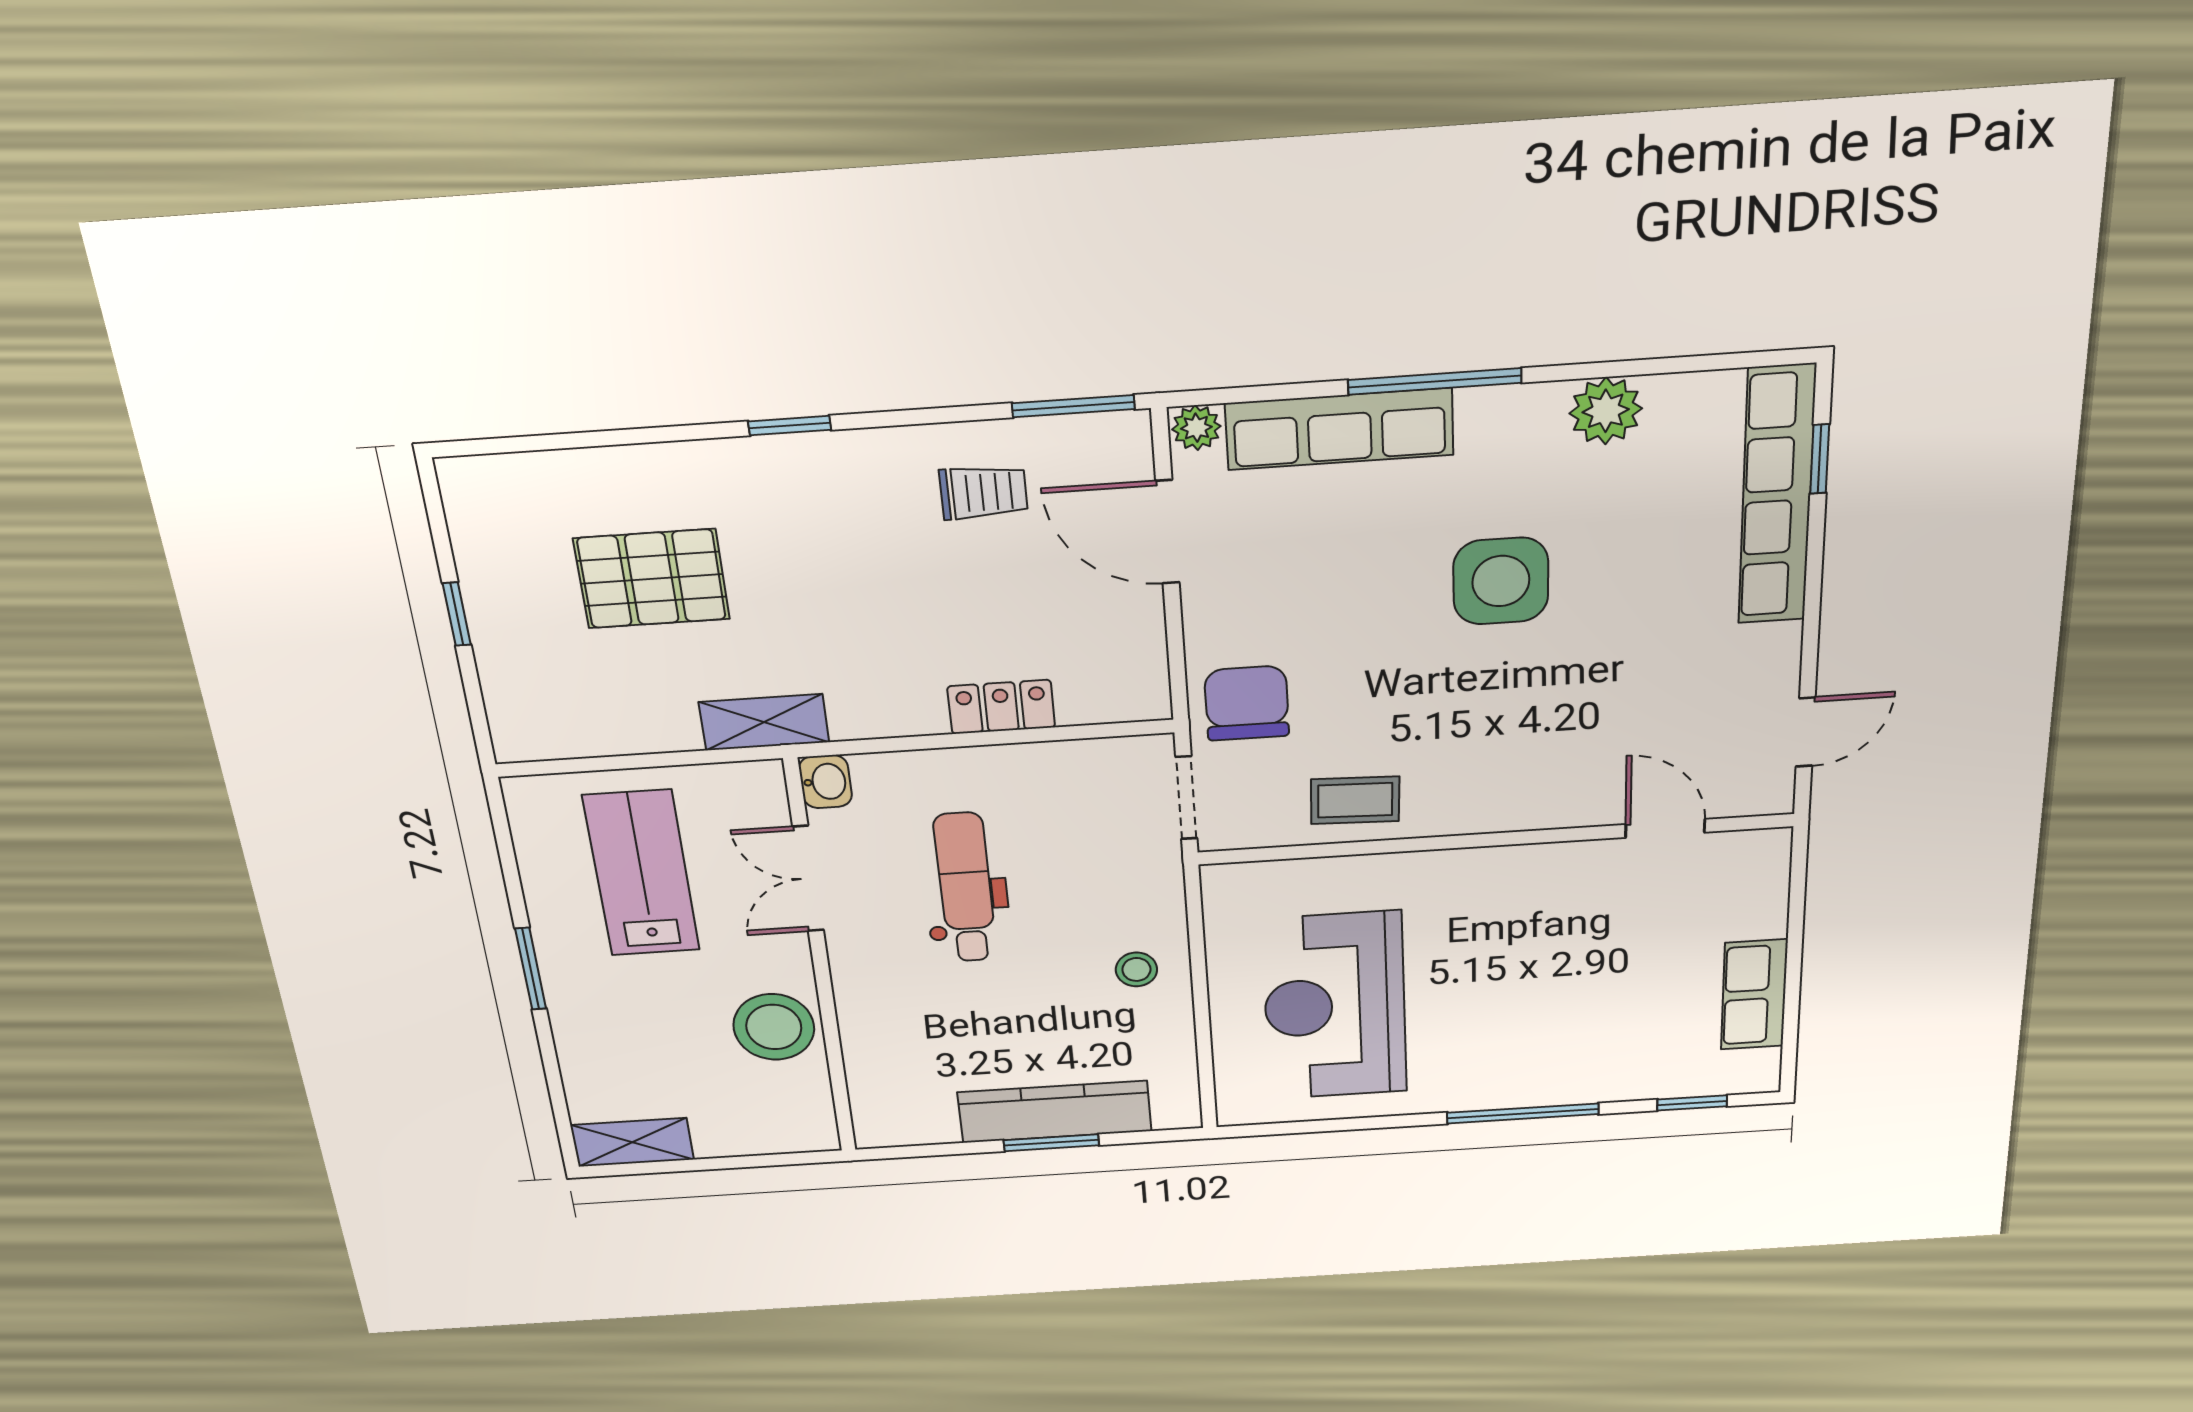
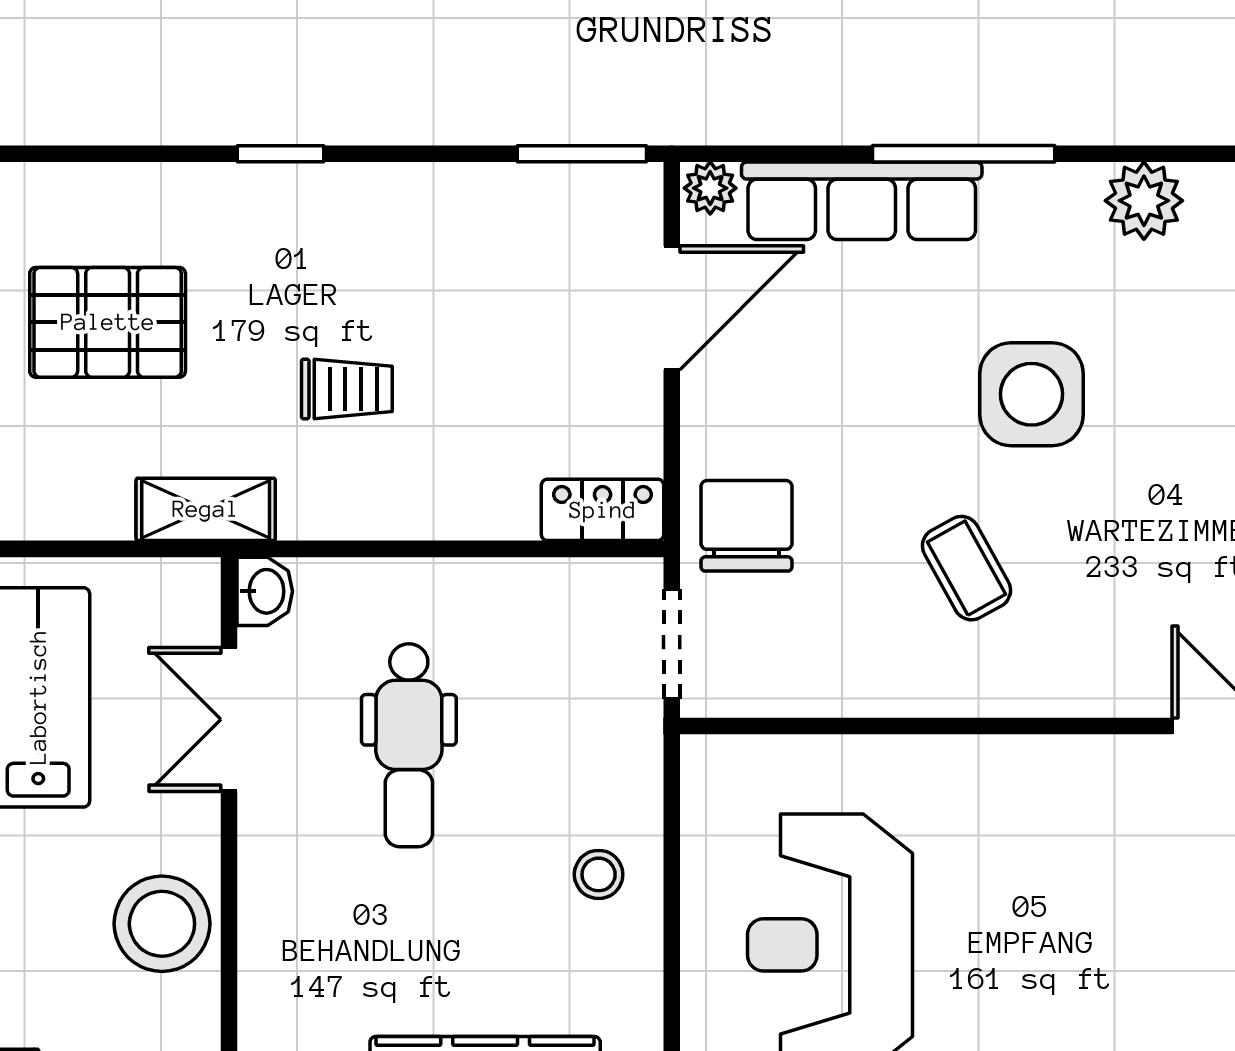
trolley: (983, 492) -> (347, 389), moved
door: (1168, 532) -> (672, 308), swing flipped
locker: (1001, 707) -> (603, 510), moved
coffee table: (1355, 800) -> (966, 568), moved, turned 59
dental chair: (965, 888) -> (409, 745), turned 180

